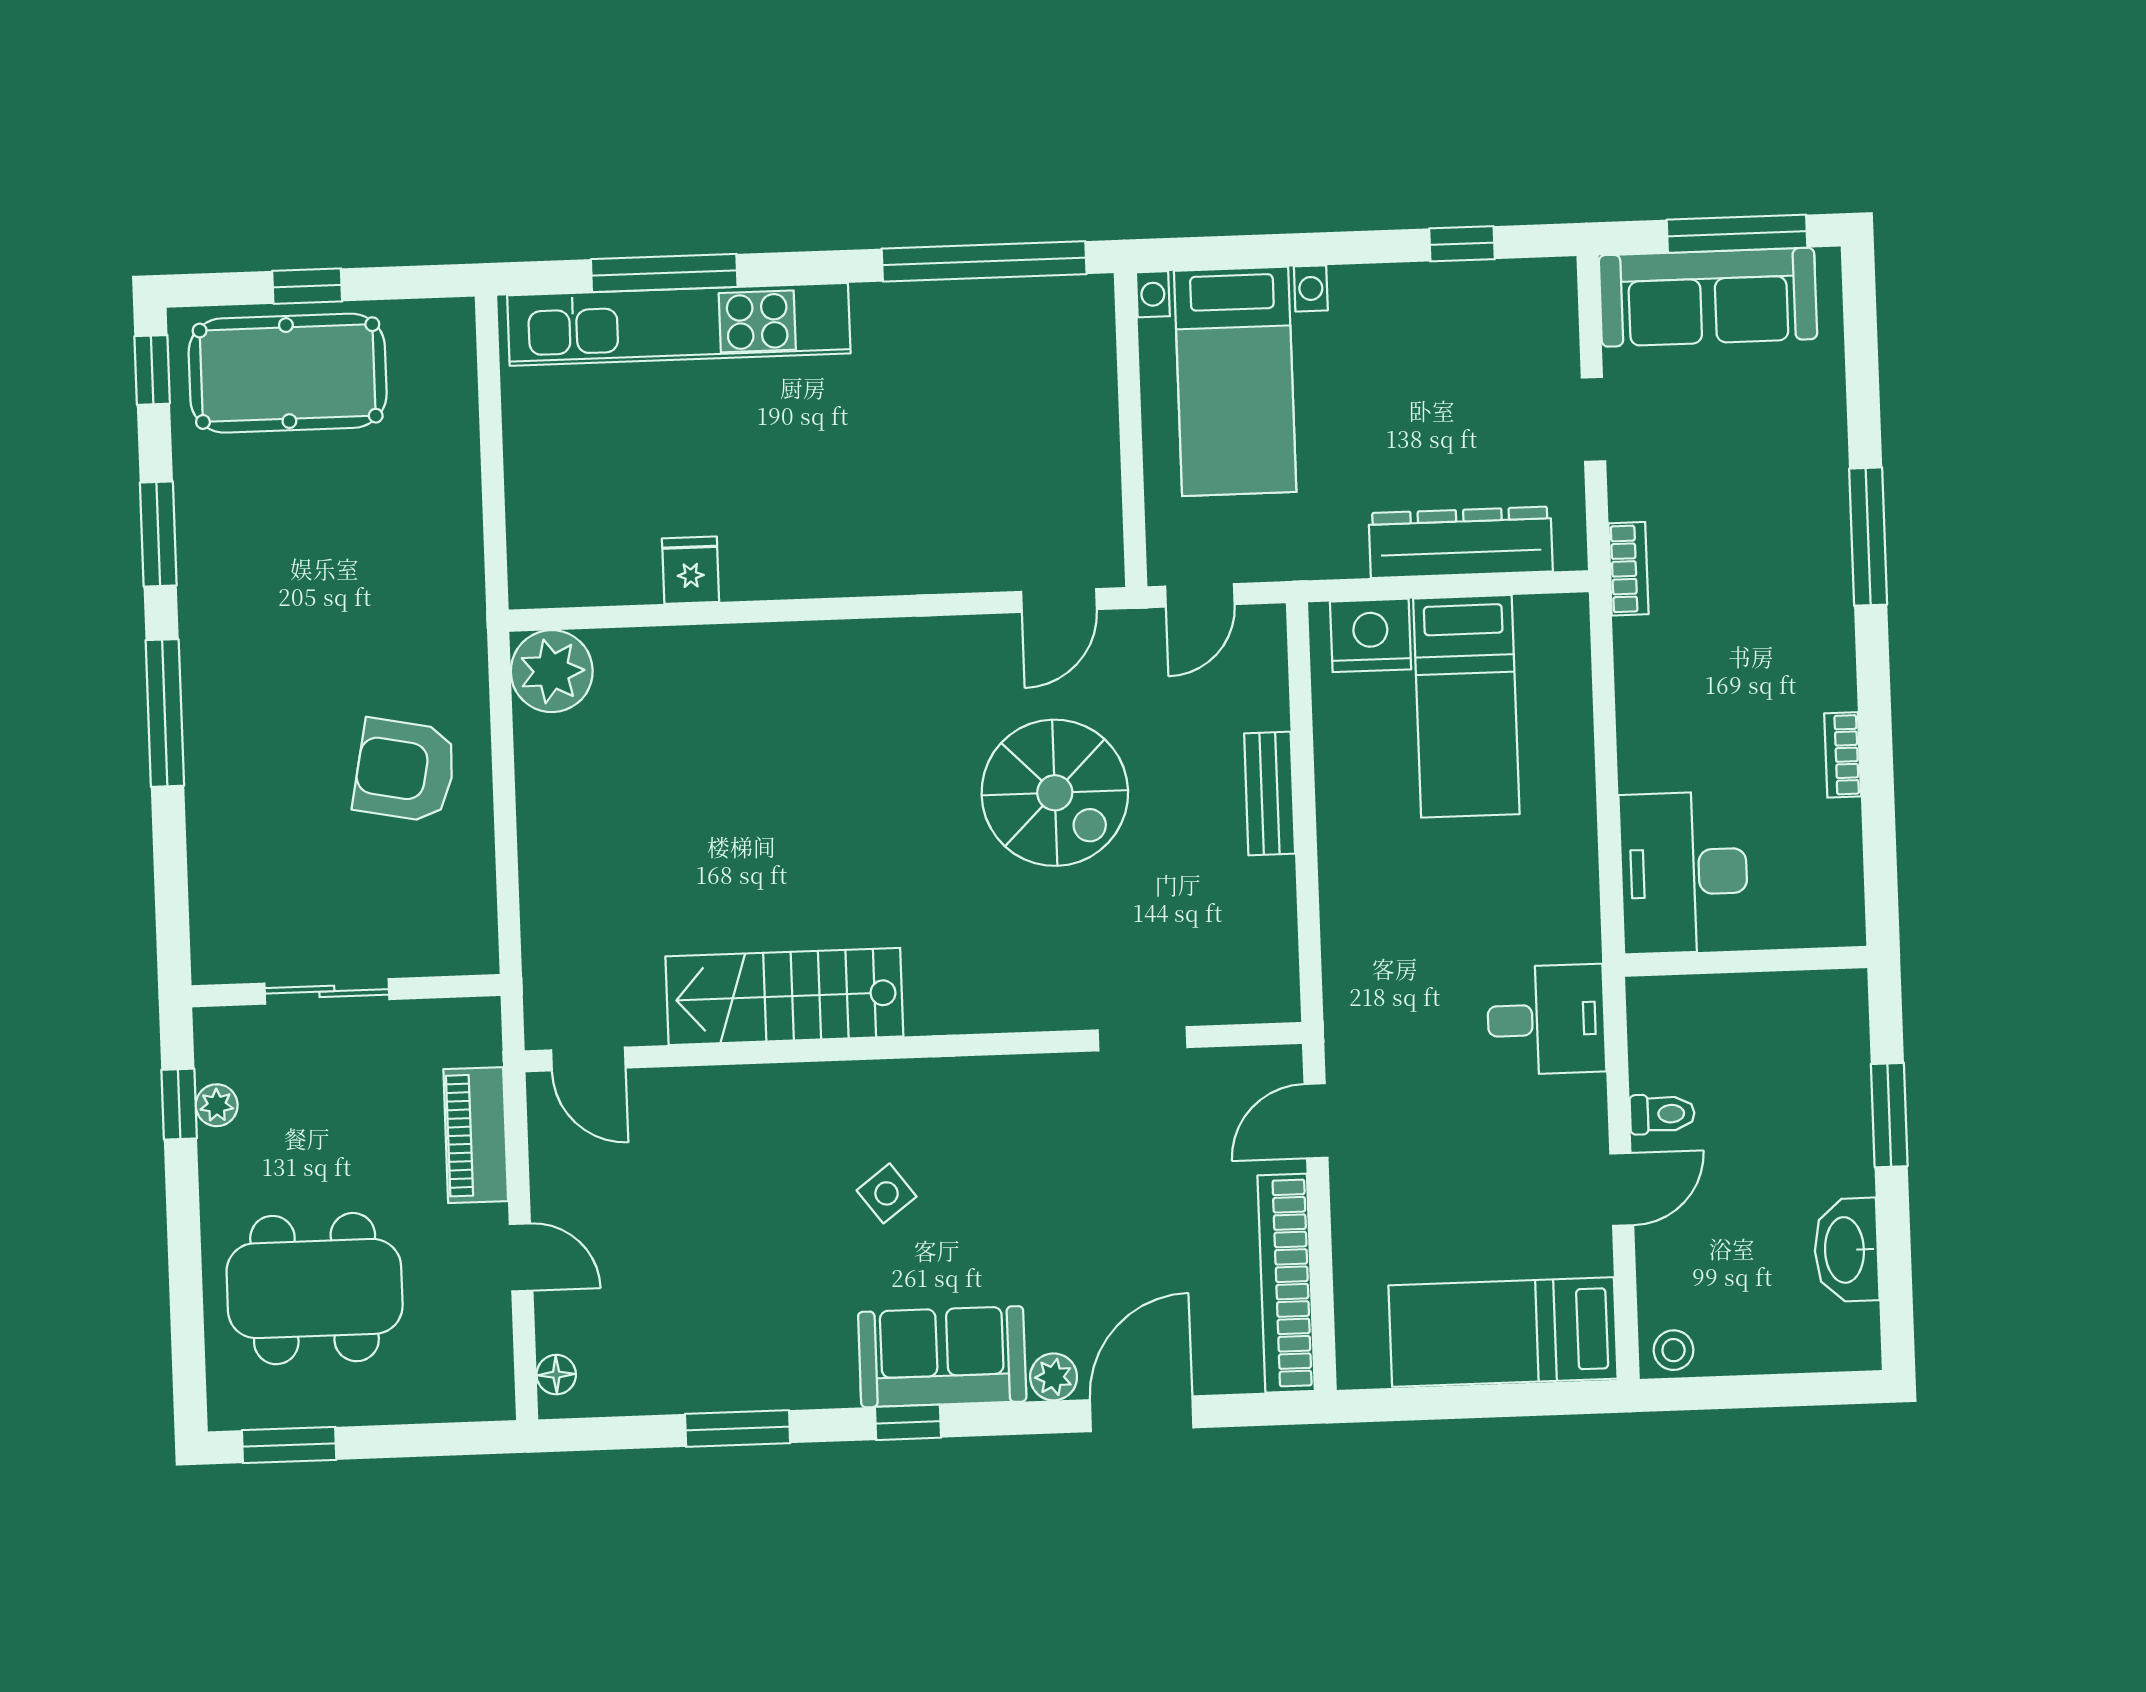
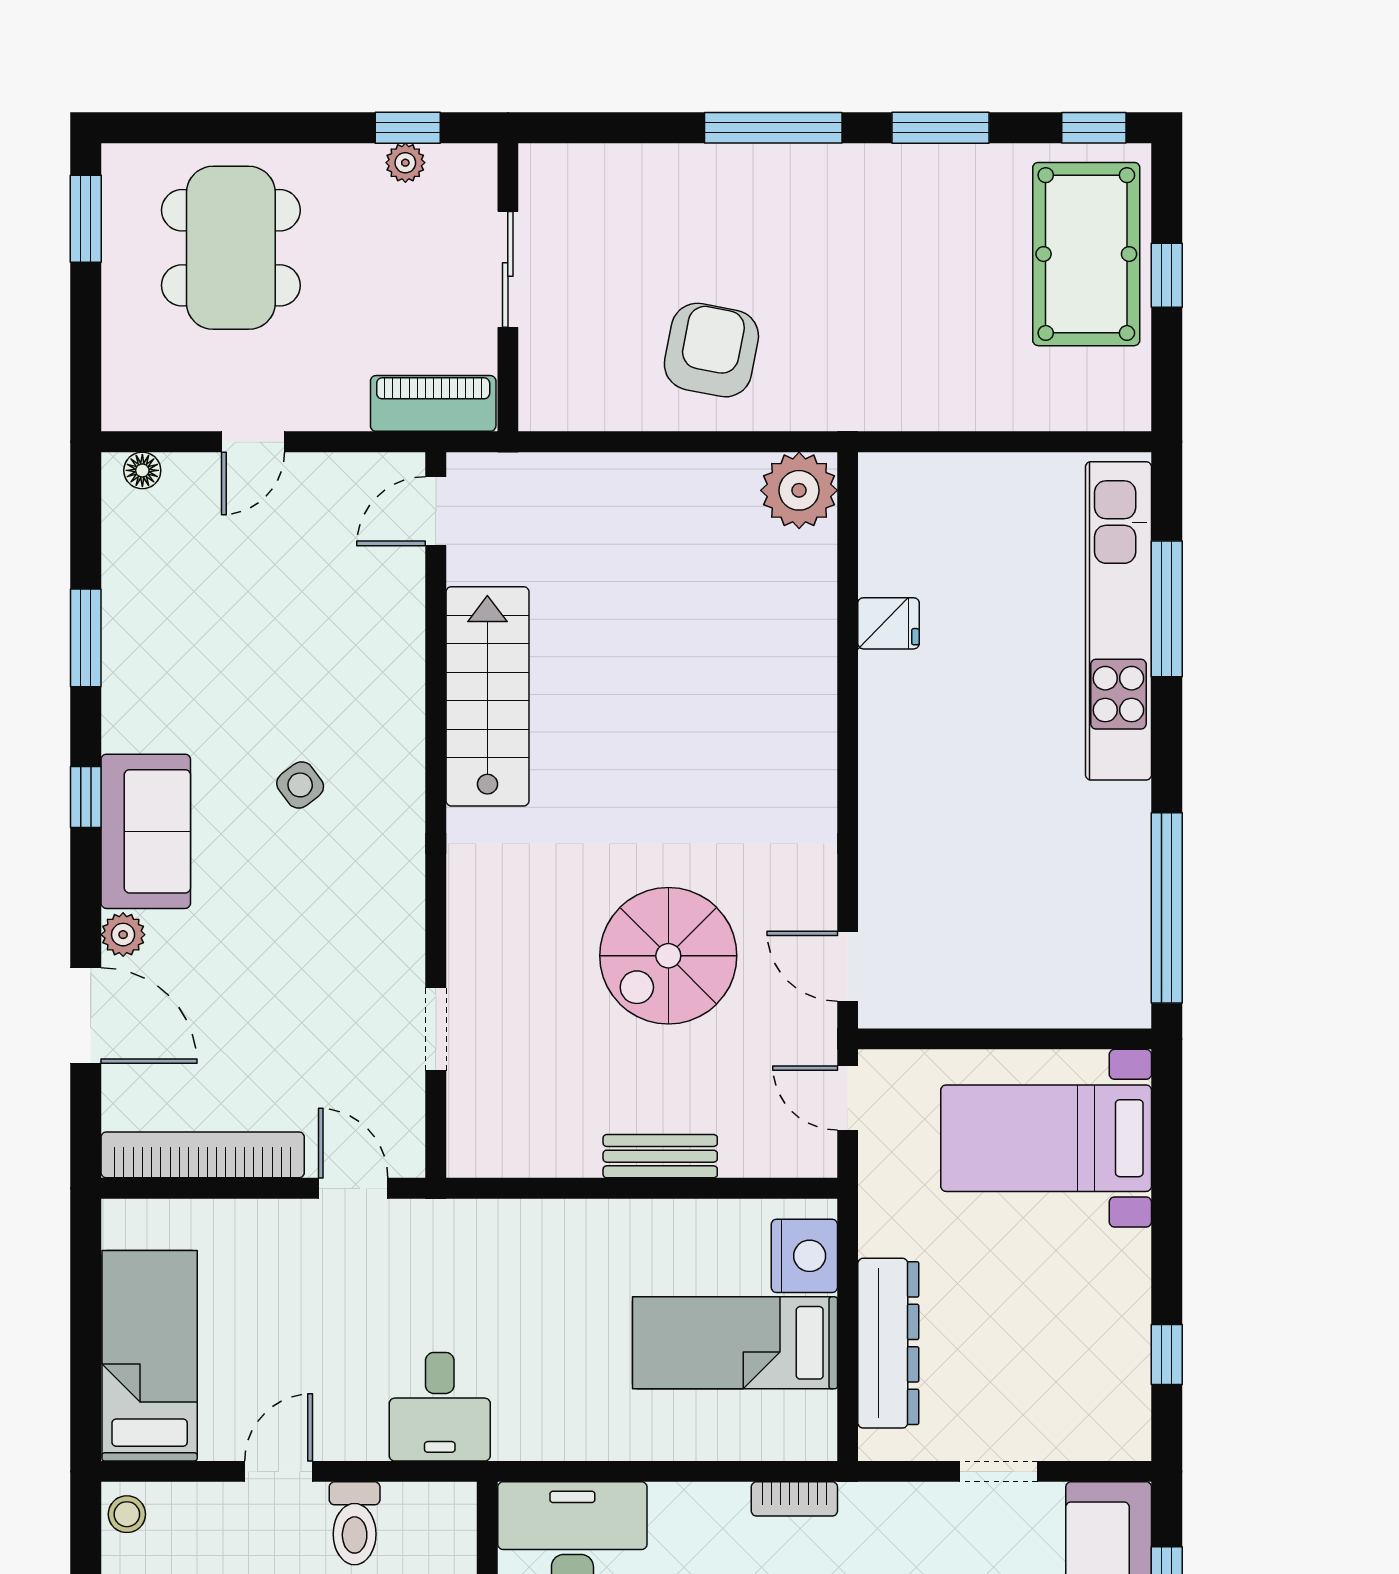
bookcase: (1628, 569) -> (794, 1499), moved
toilet: (1662, 1114) -> (355, 1523), width x1.37, depth x1.39
piano: (476, 1135) -> (433, 403), moved
door: (1622, 1189) -> (279, 1471), swing flipped

